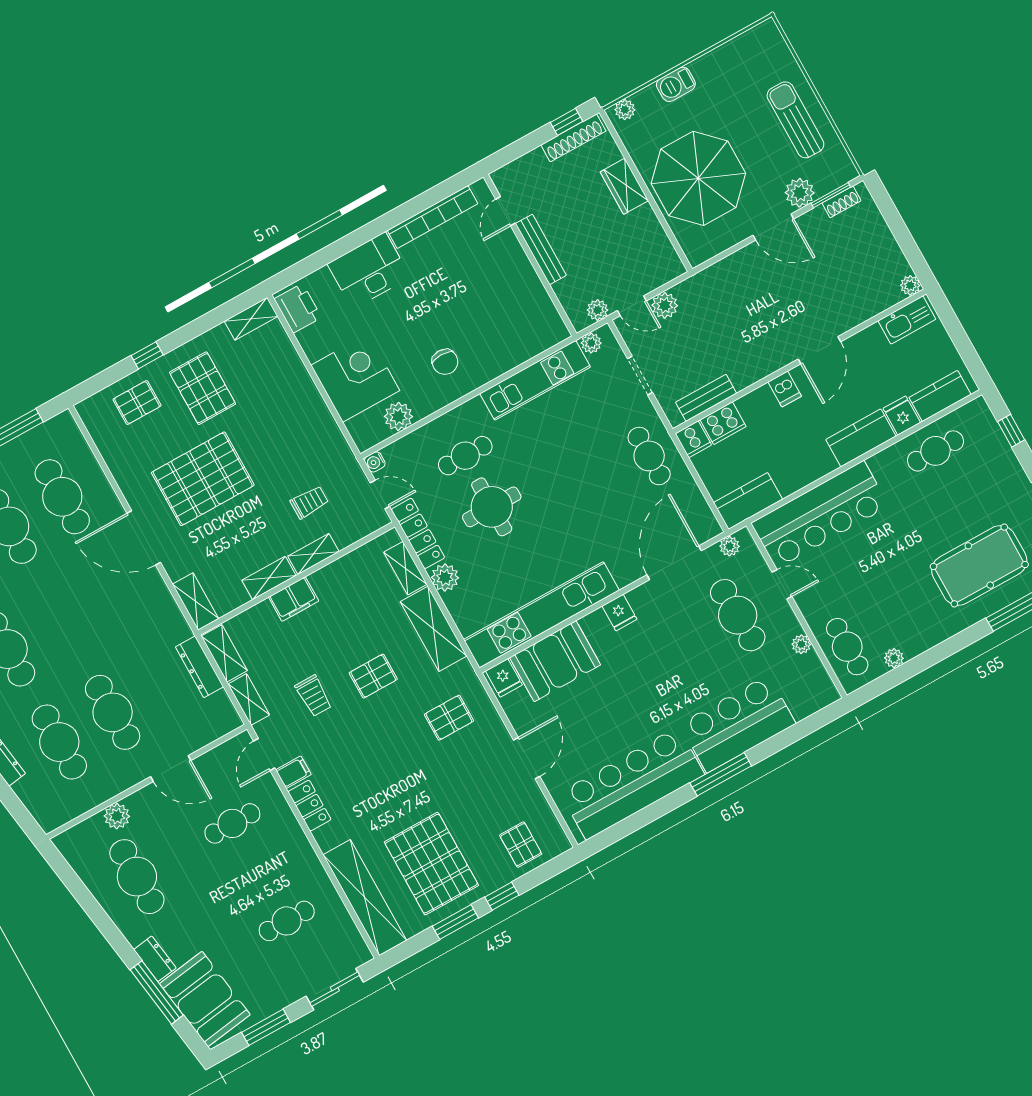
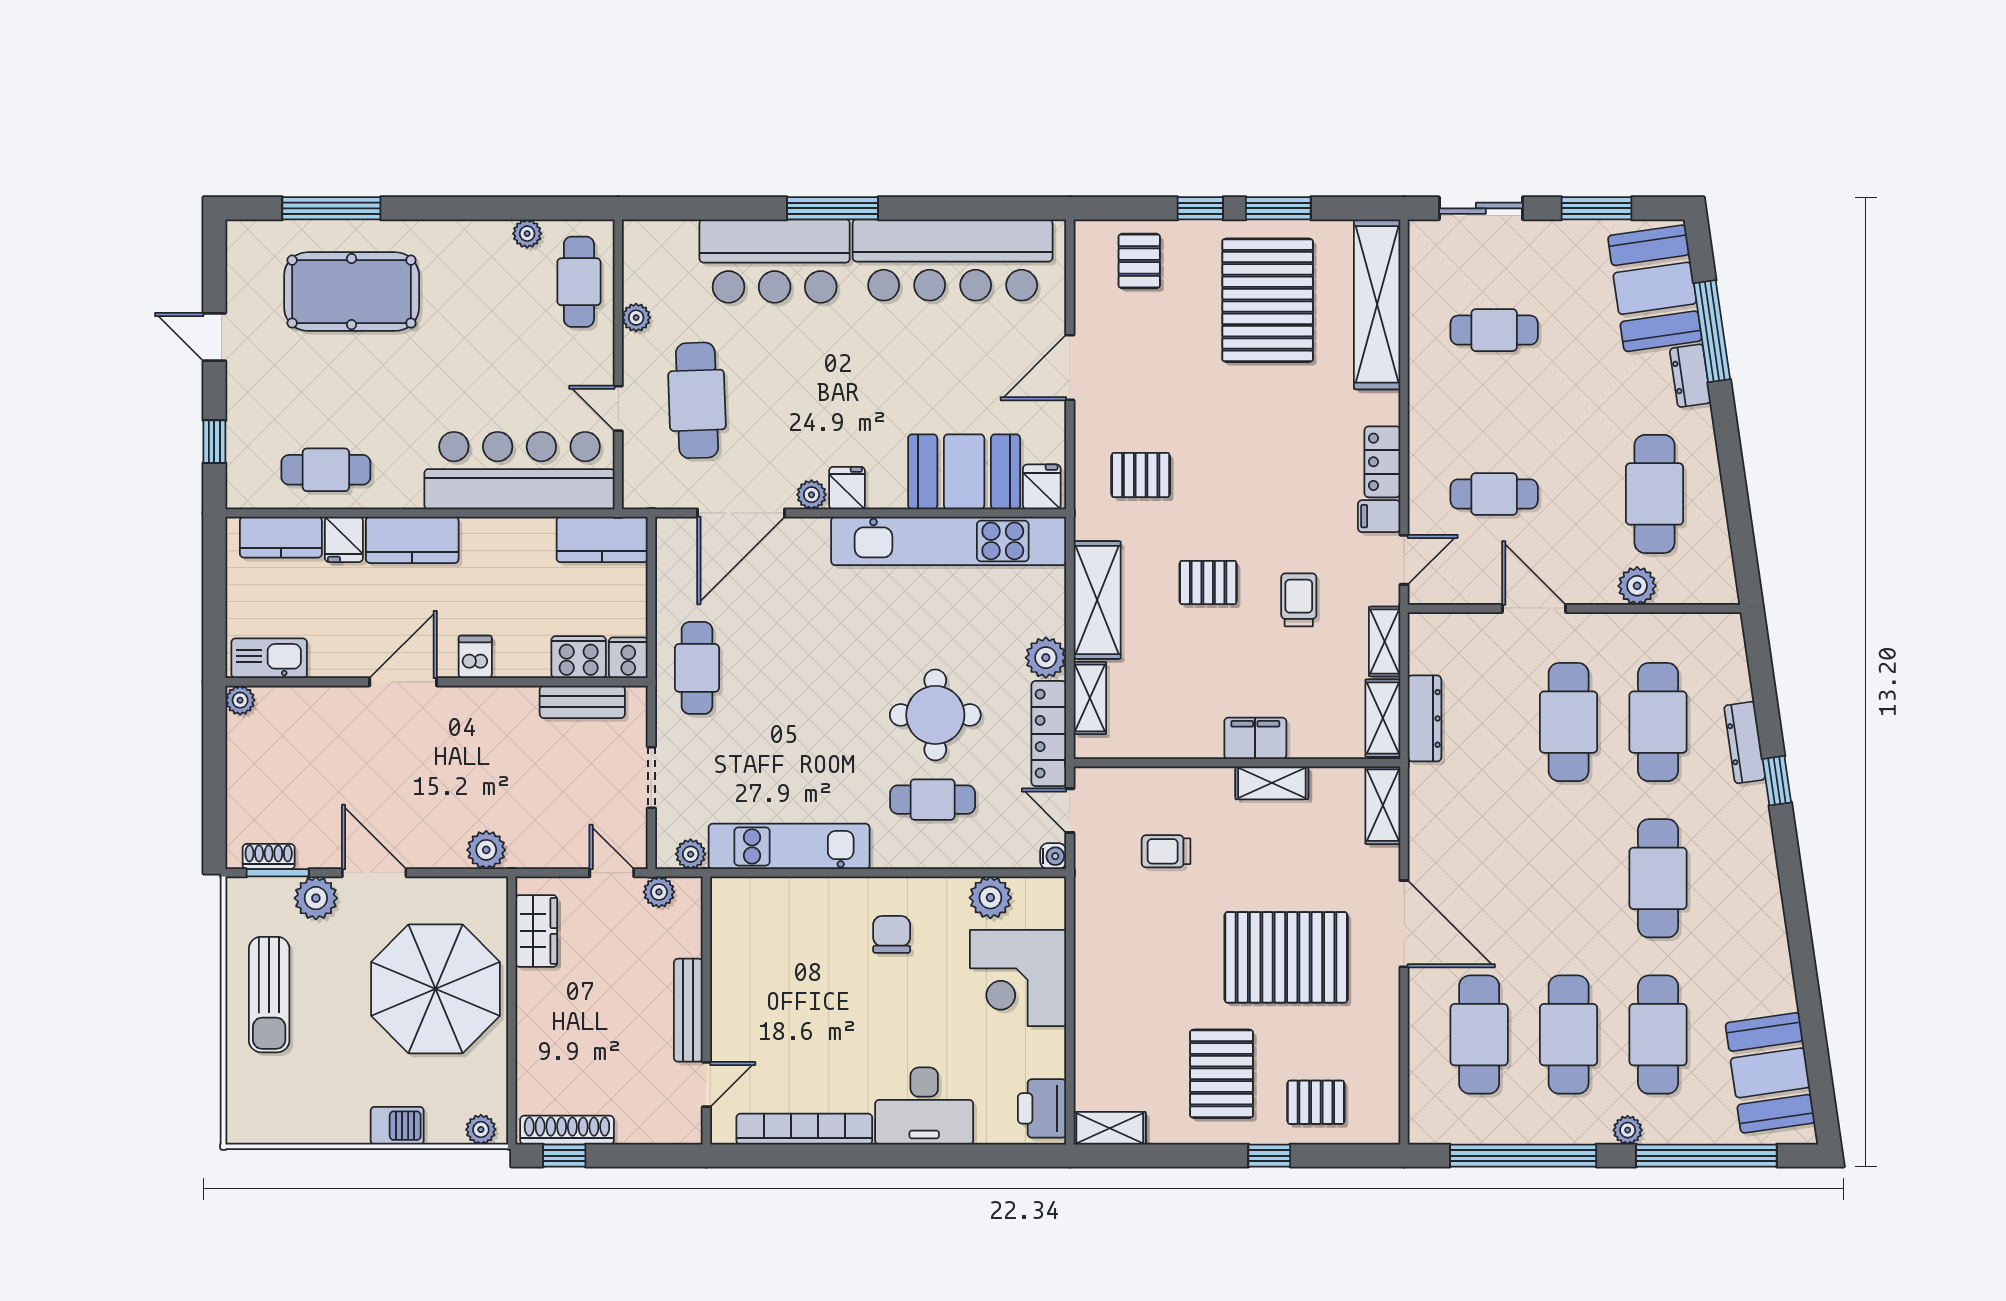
wardrobe: (624, 186) -> (536, 931), moved
plant: (665, 305) -> (486, 850), moved
plant: (730, 546) -> (811, 495), moved
shelving: (313, 554) -> (1198, 782), removed

